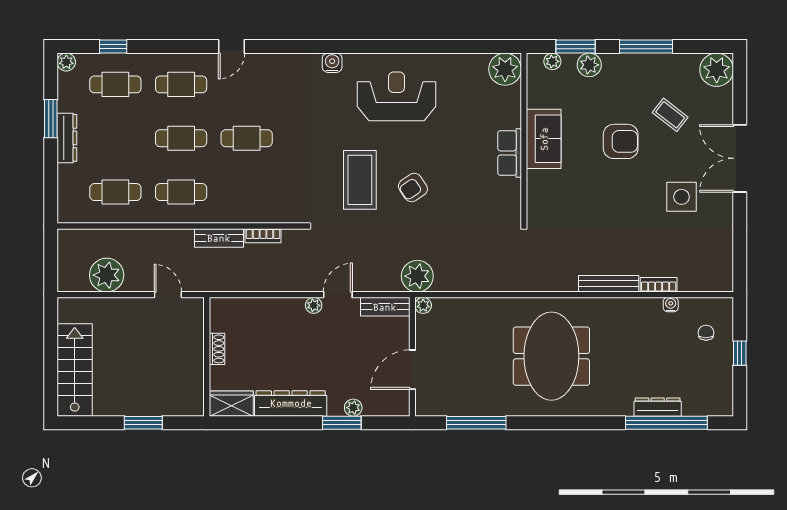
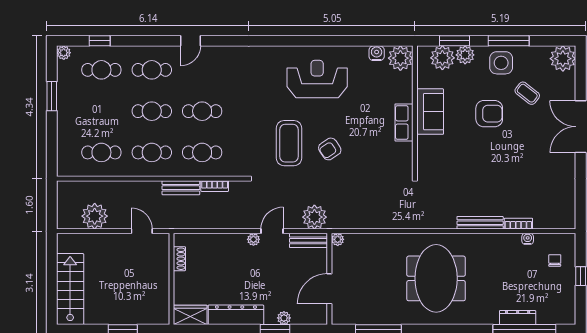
plant: (552, 61) -> (442, 58), width x1.88, depth x1.88
water cooler: (332, 63) -> (377, 53), moved
dresser: (67, 138) -> (64, 111), removed
cafe table: (247, 192) -> (202, 152), added
side table: (681, 197) -> (501, 63), moved
plant: (417, 276) -> (314, 217), moved
shoe rack: (217, 349) -> (179, 259), moved

